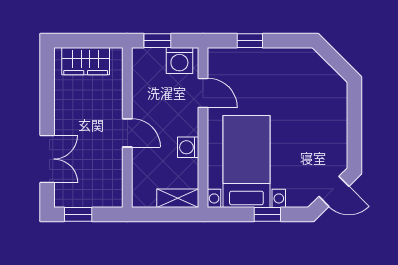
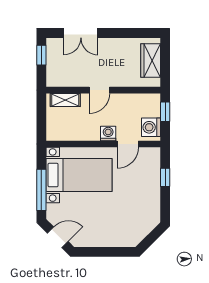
washing machine: (188, 147) -> (108, 133), moved
door: (334, 191) -> (58, 237), swing flipped
shelving: (178, 198) -> (65, 100), moved, turned 90
window: (267, 214) -> (41, 190), width x2.17

